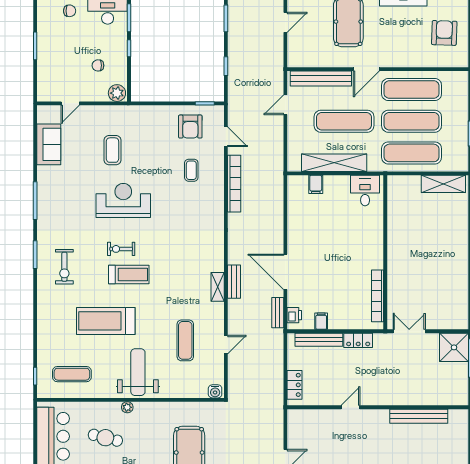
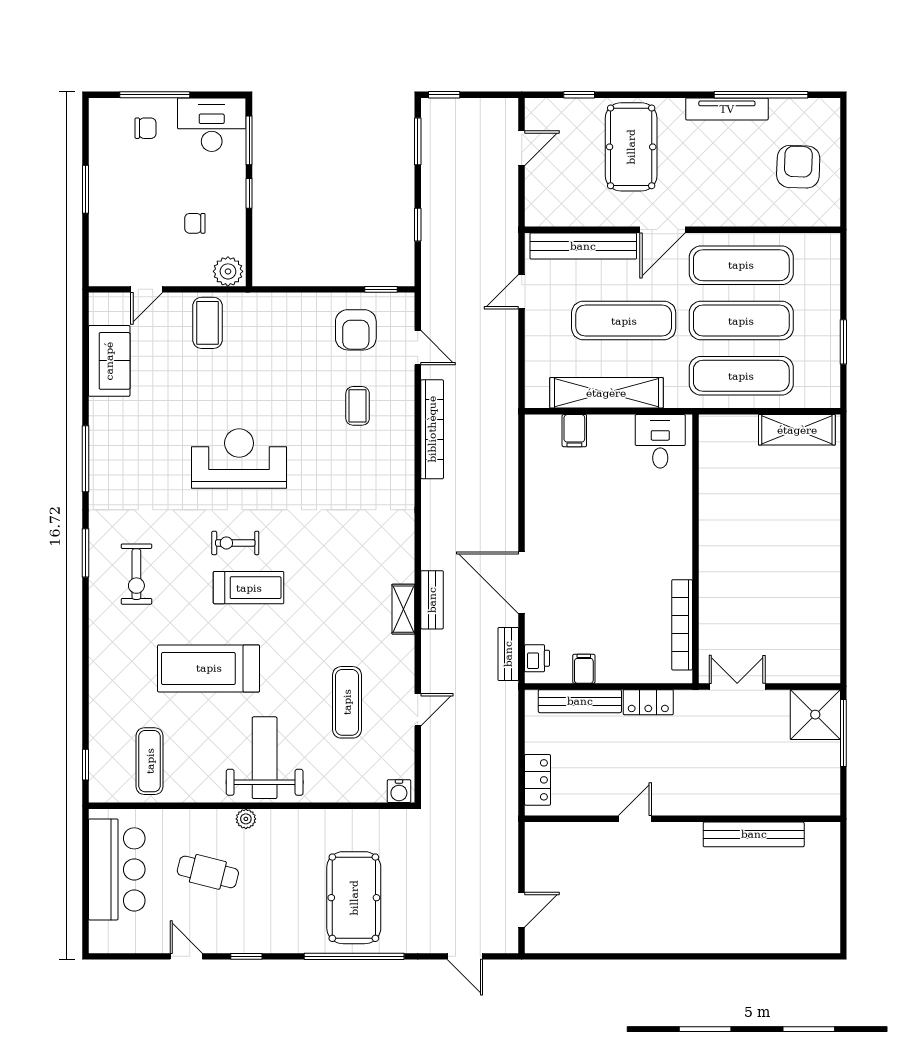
coffee table: (112, 150) -> (207, 323), moved
exercise mat: (72, 374) -> (150, 761), turned 90

